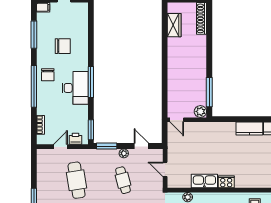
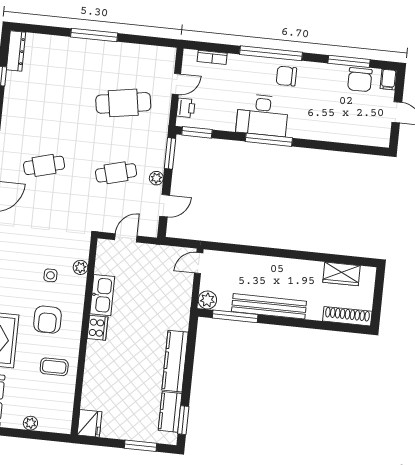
chair: (63, 46) -> (360, 80), moved
bench: (200, 71) -> (269, 306), added
kitchen counter: (249, 129) -> (175, 361), width x1.50
door: (60, 147) -> (176, 84), hinge flipped

